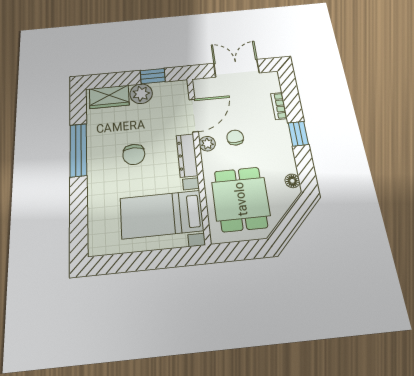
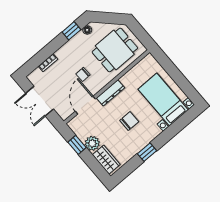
door: (194, 115) -> (85, 105), hinge flipped
window: (298, 134) -> (71, 31), moved
plant: (207, 144) -> (97, 87), removed
window: (78, 150) -> (147, 152), width x0.46
bed with nightstands: (162, 214) -> (163, 100), moved, turned 180

